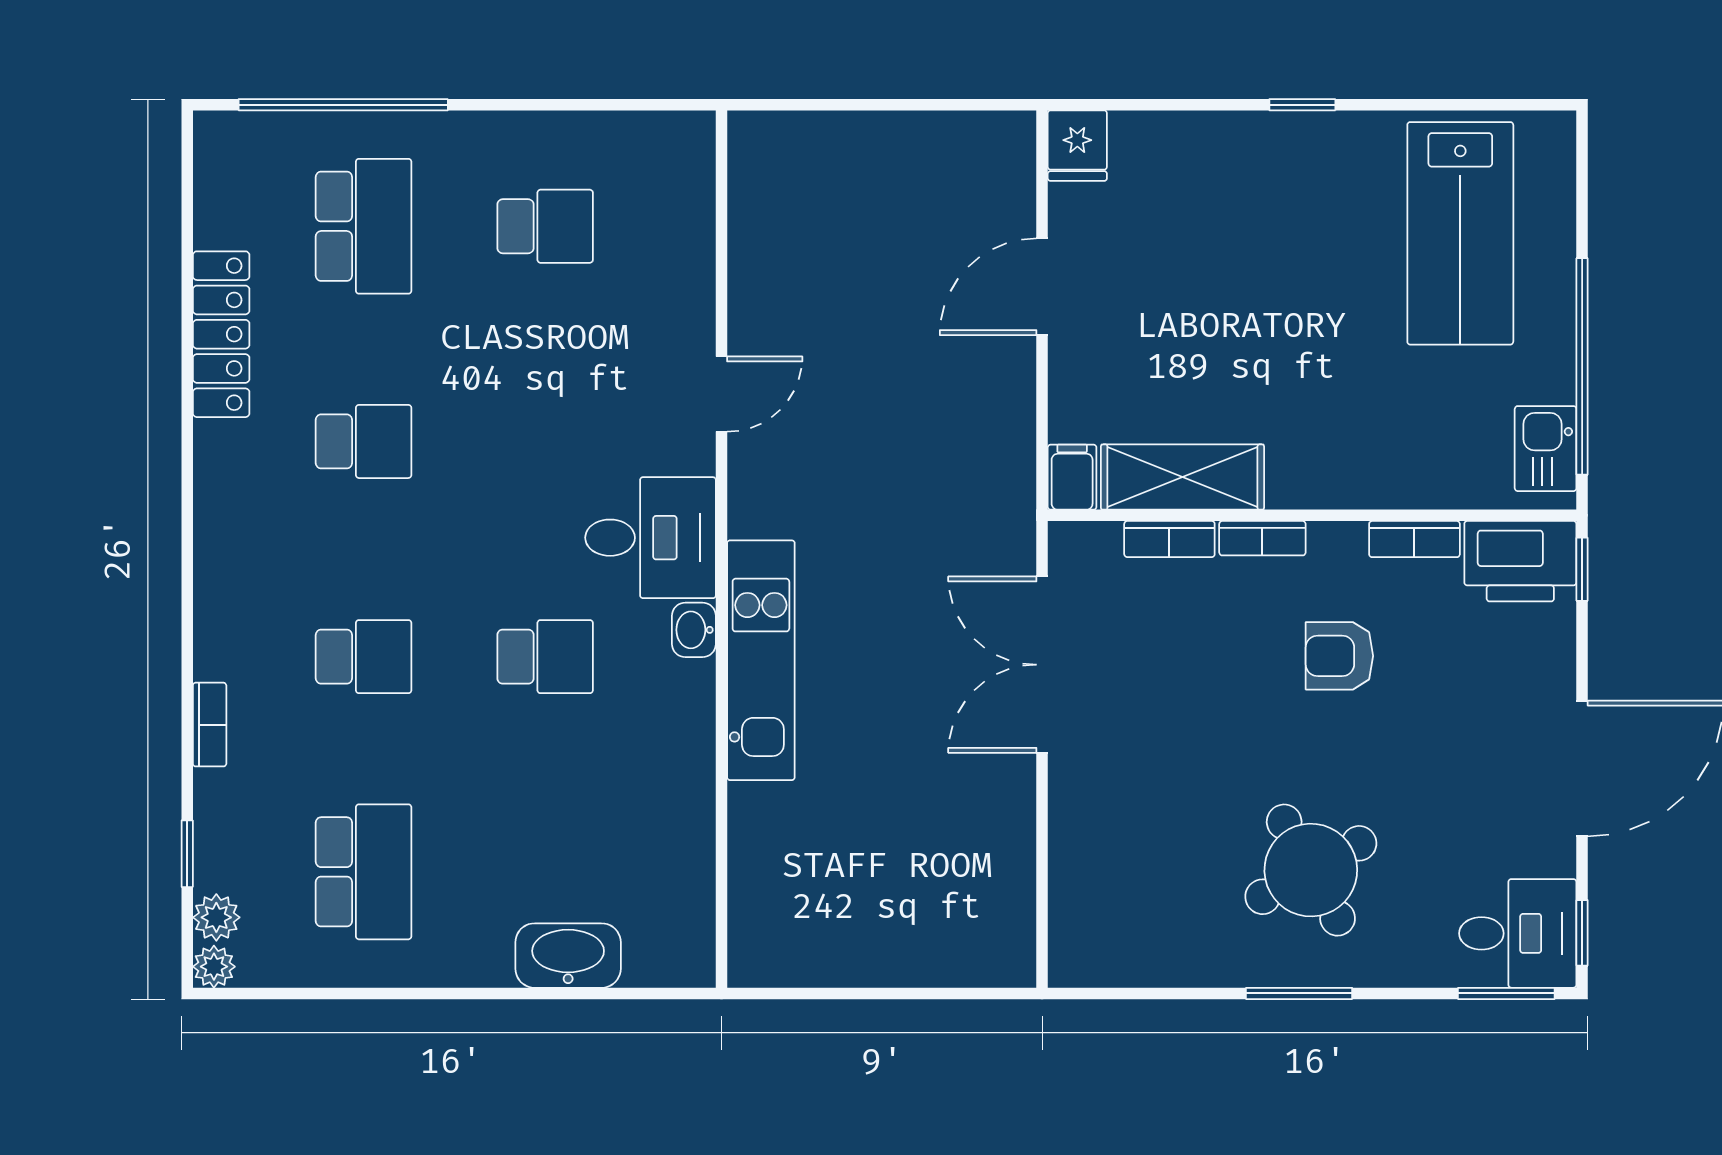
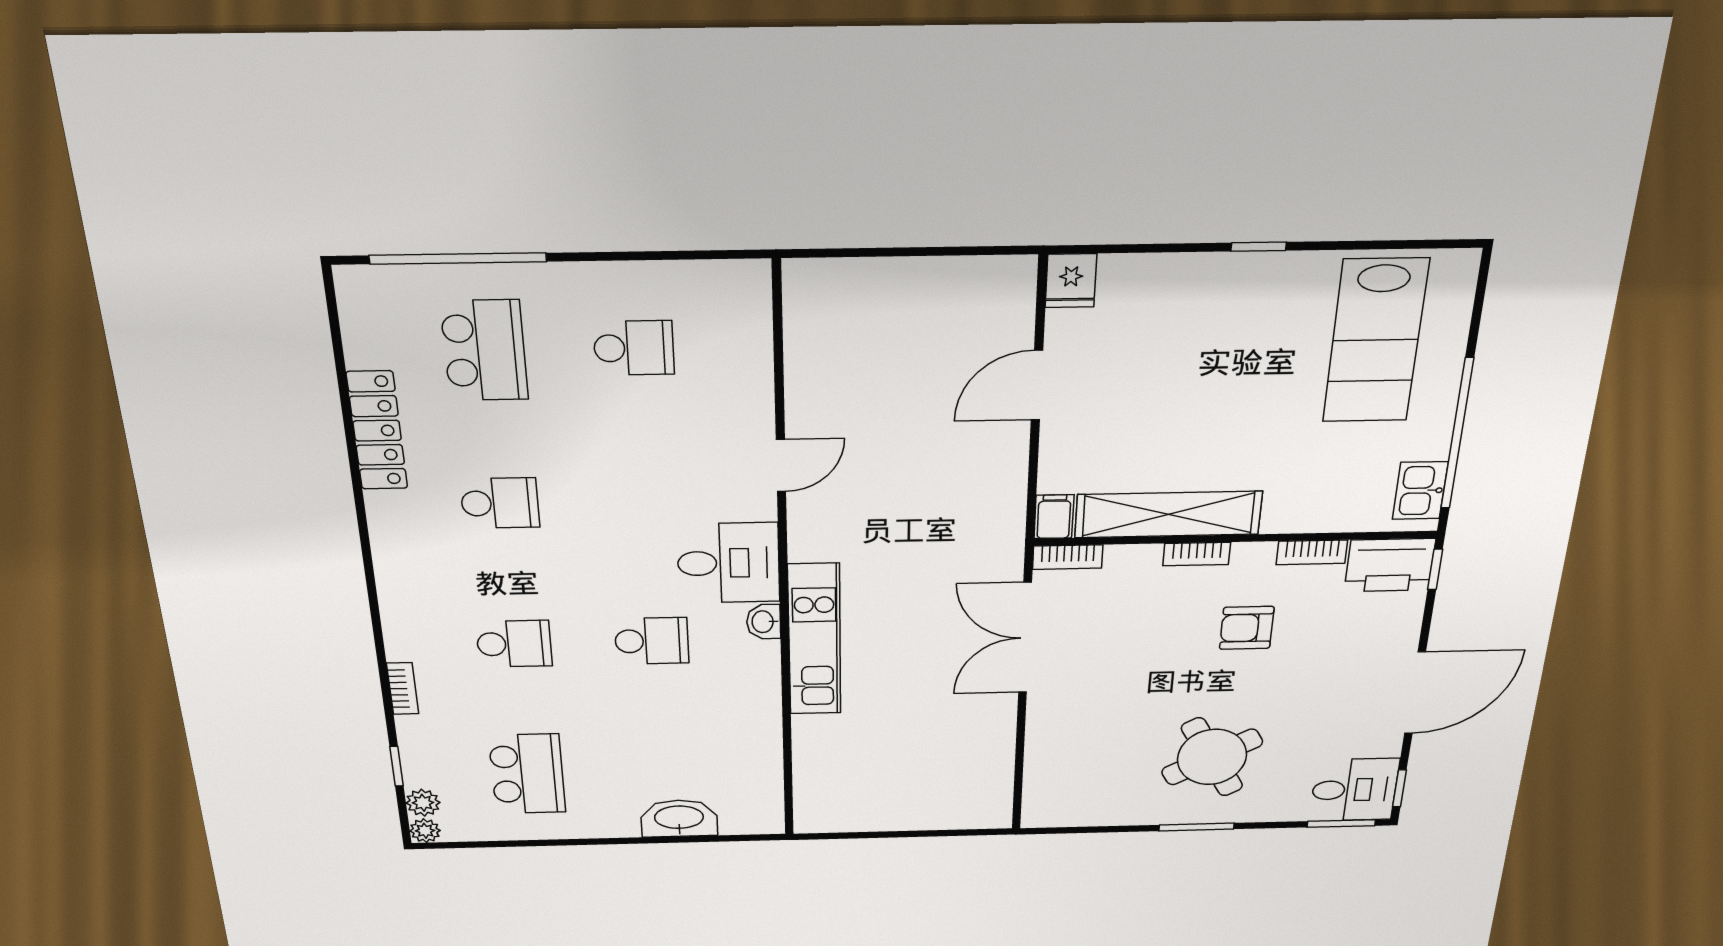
shelving: (1182, 477) -> (1168, 514), width x1.47
bookcase: (1169, 539) -> (1068, 557), moved

